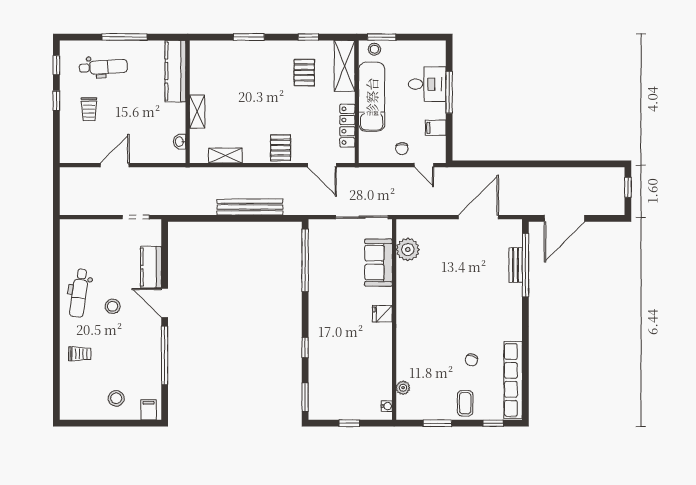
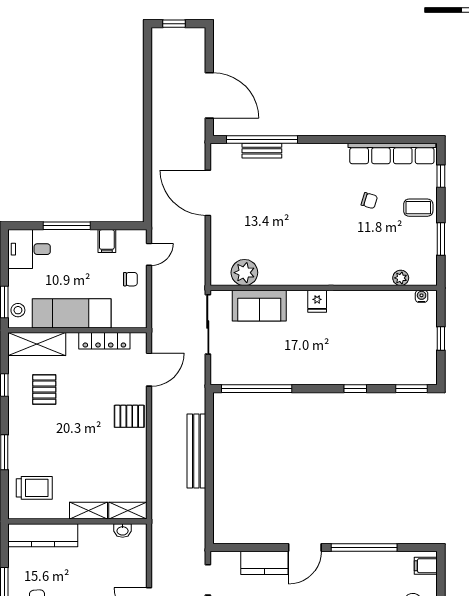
trolley: (217, 64) -> (34, 488), added
pallet: (304, 72) -> (44, 390), turned 90
desk: (427, 84) -> (29, 249), moved, turned -90
shelving: (225, 156) -> (128, 511), moved, turned 90

